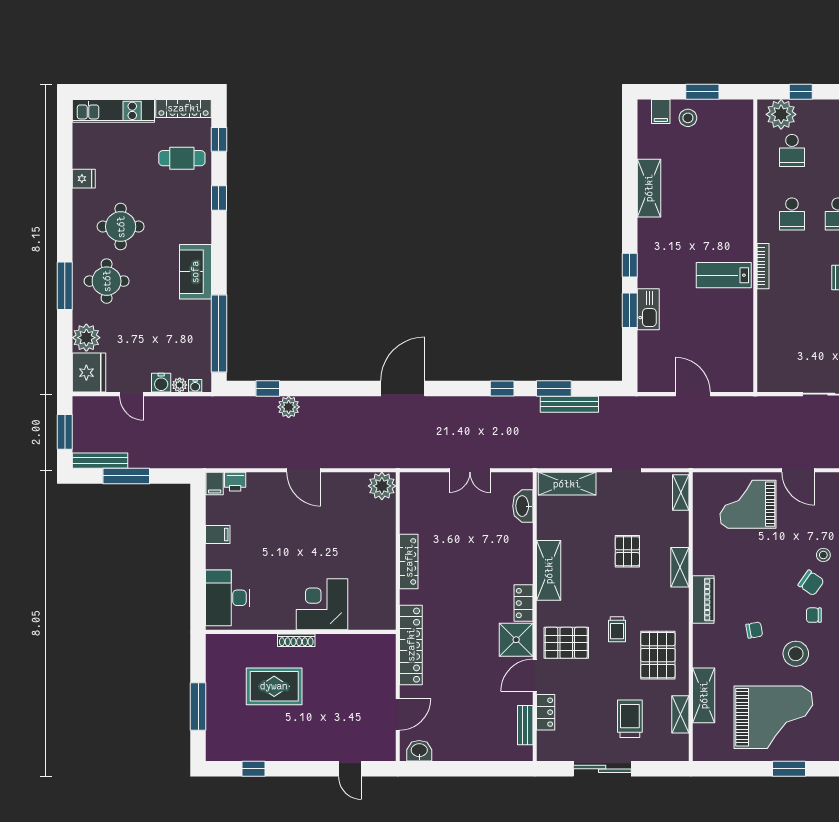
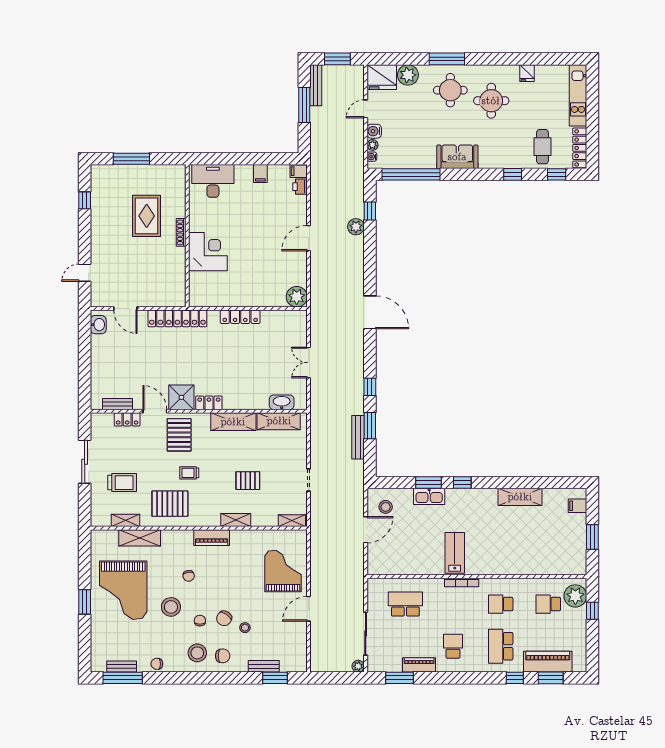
stool: (688, 118) -> (386, 507), moved
school desk: (792, 341) -> (405, 604), added
shelving: (567, 484) -> (279, 421), moved, turned 90

